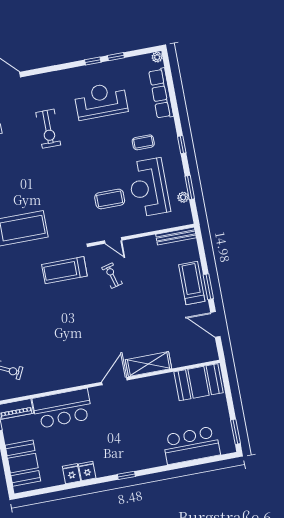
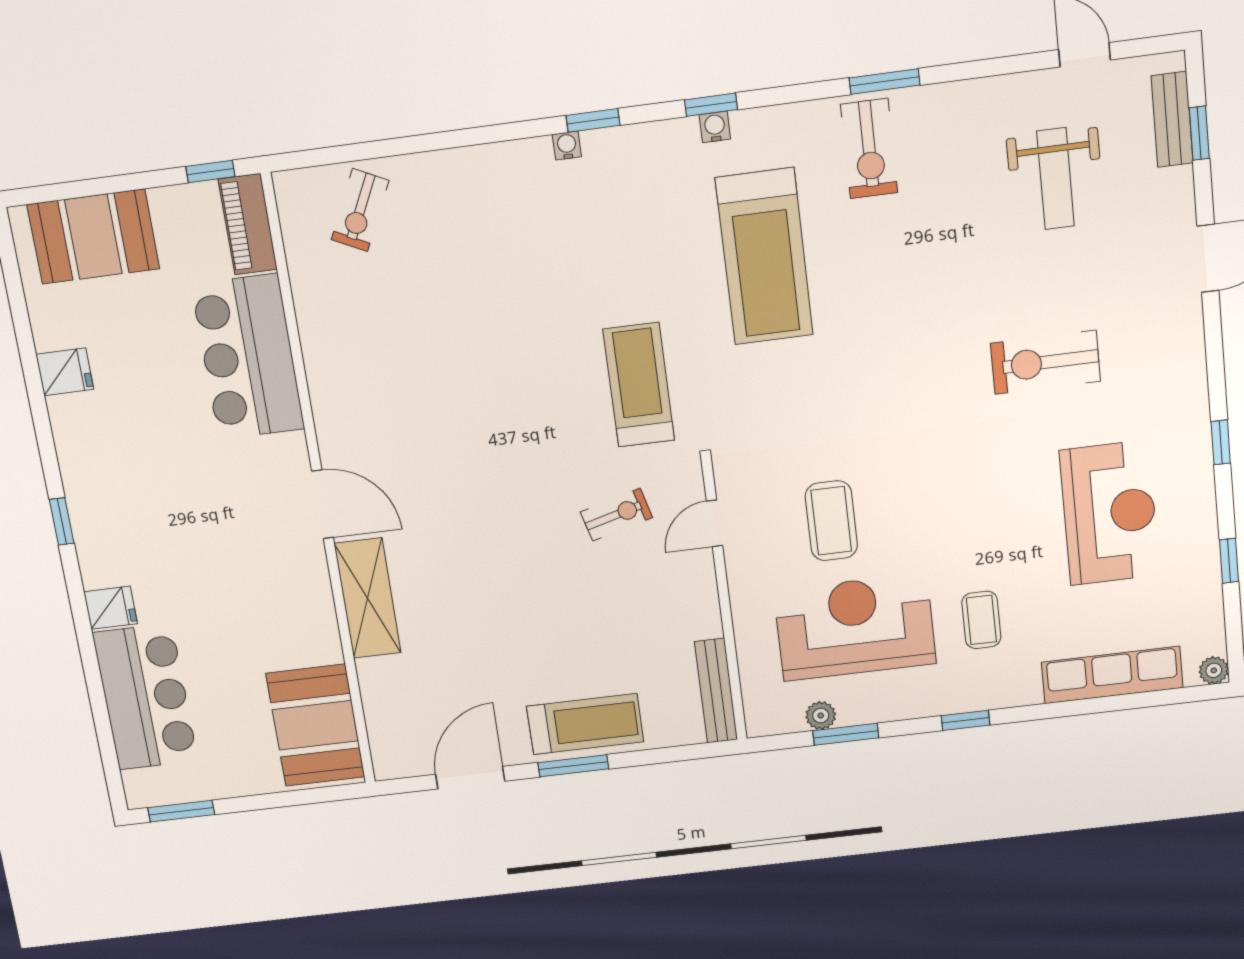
window: (93, 61) -> (1221, 442), moved
fridge: (87, 471) -> (111, 608), moved

